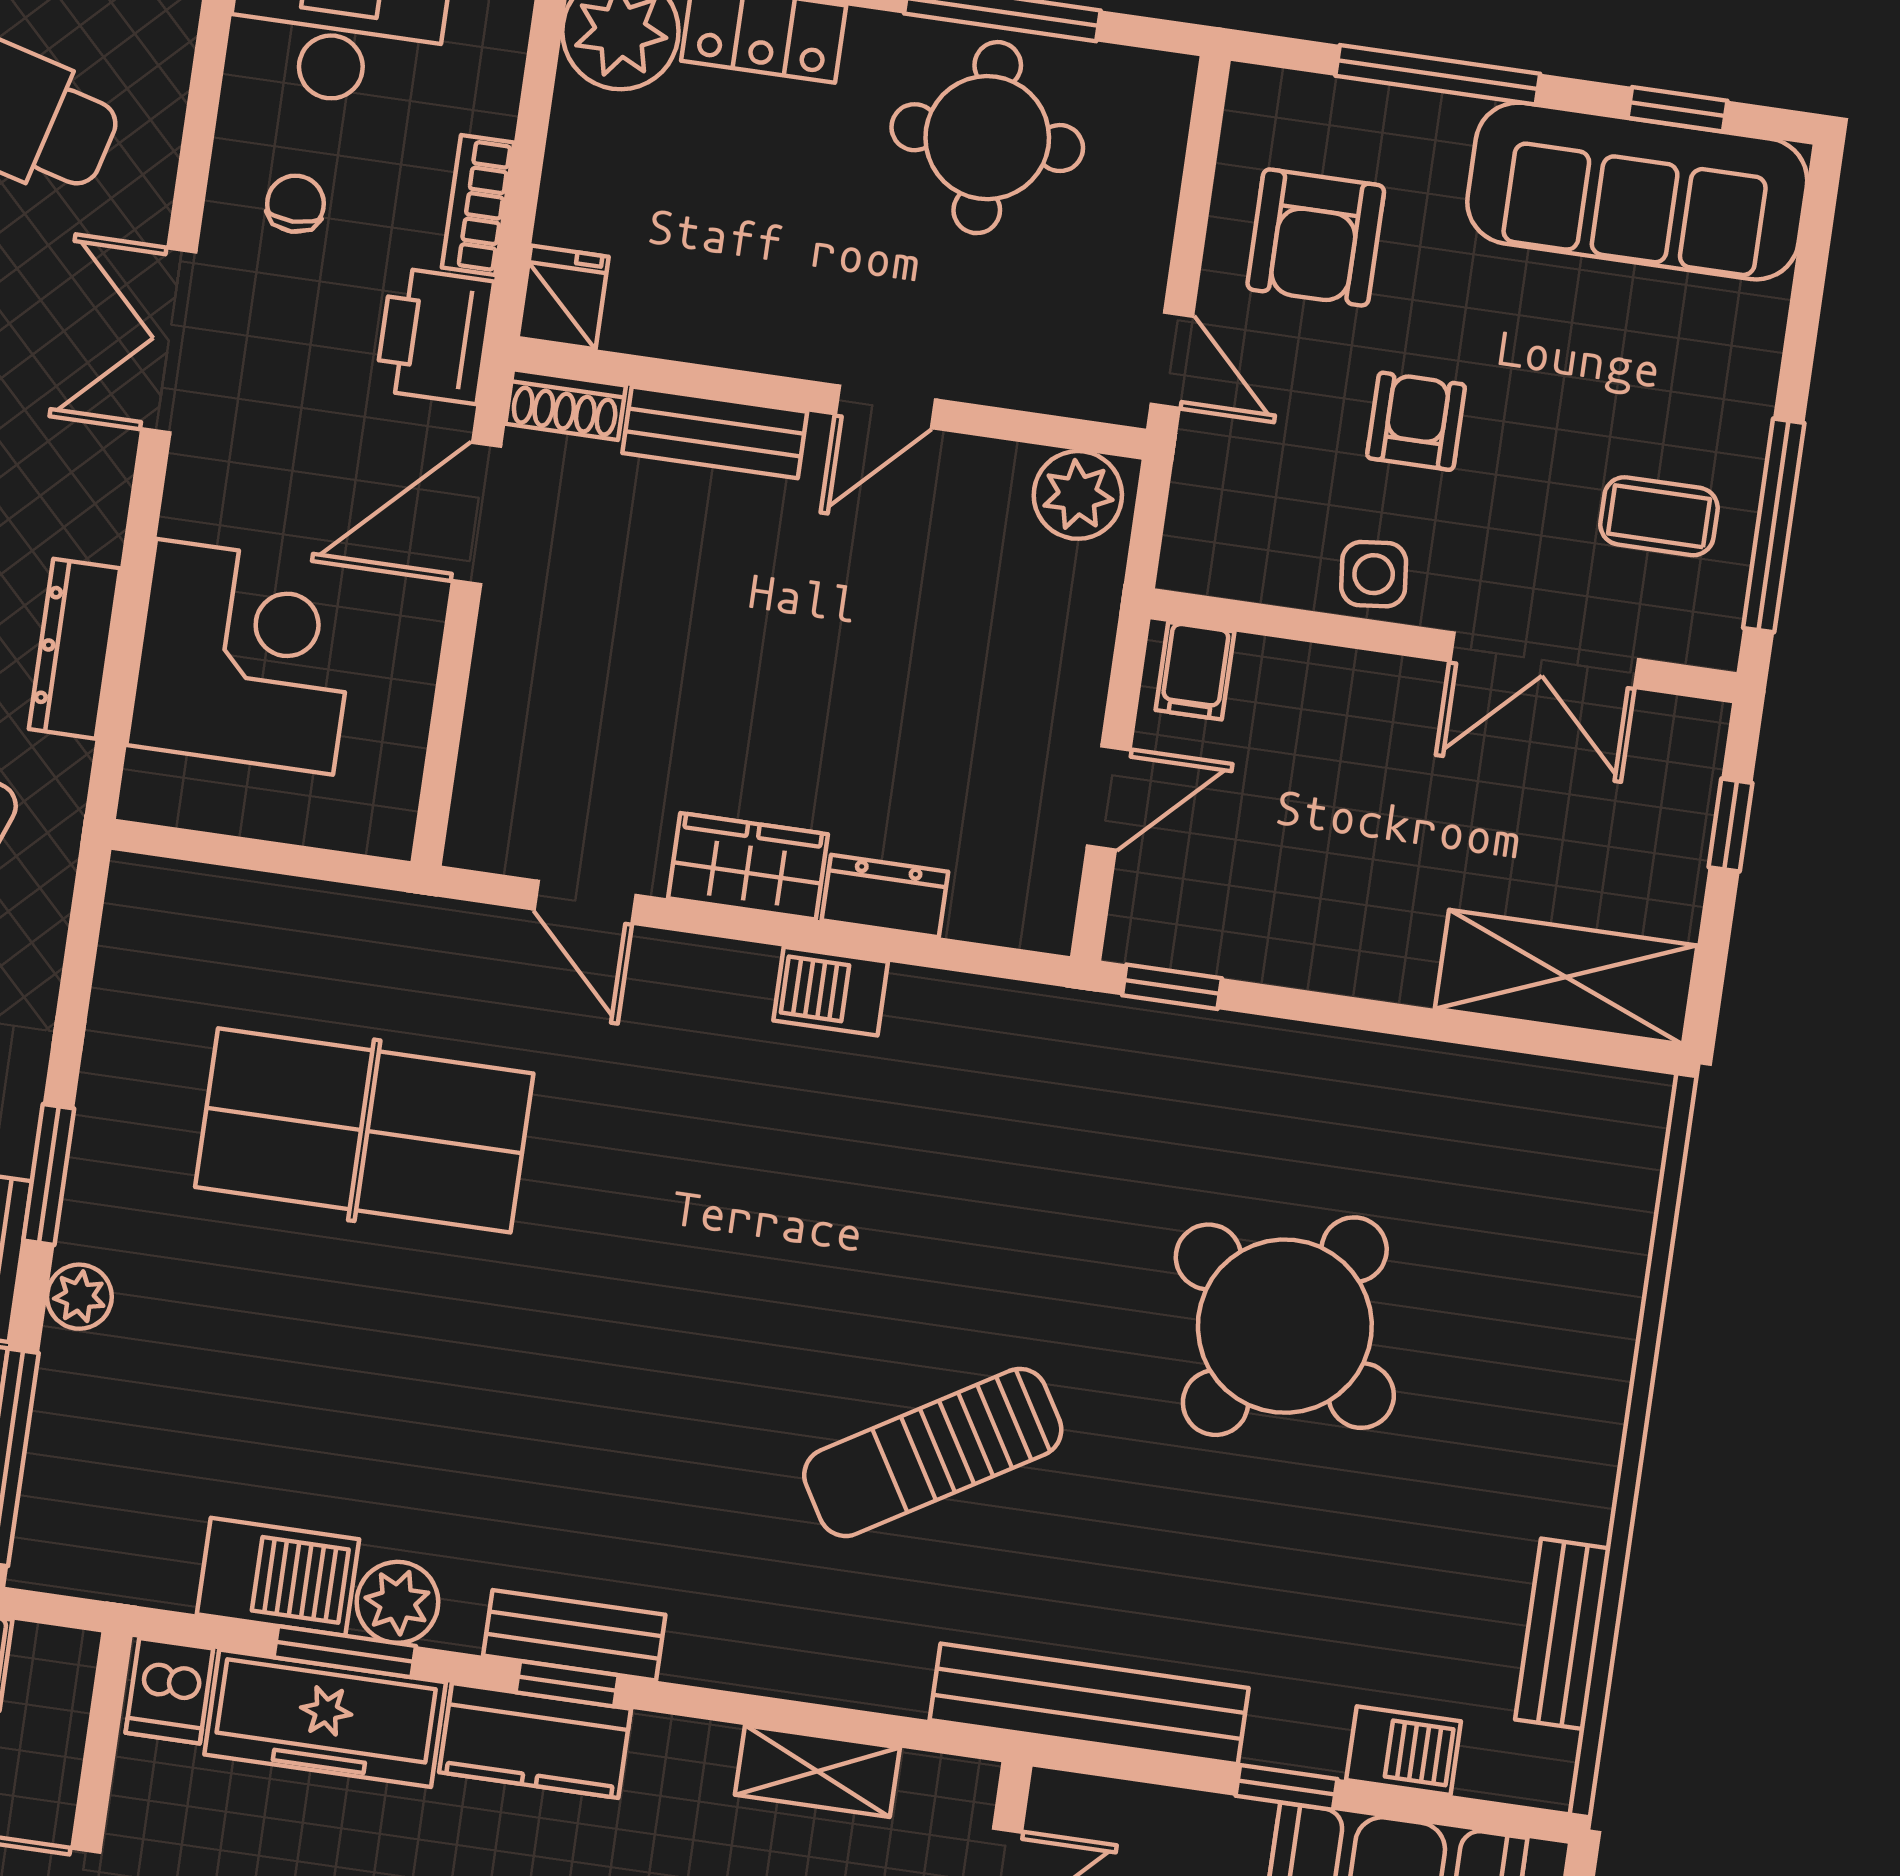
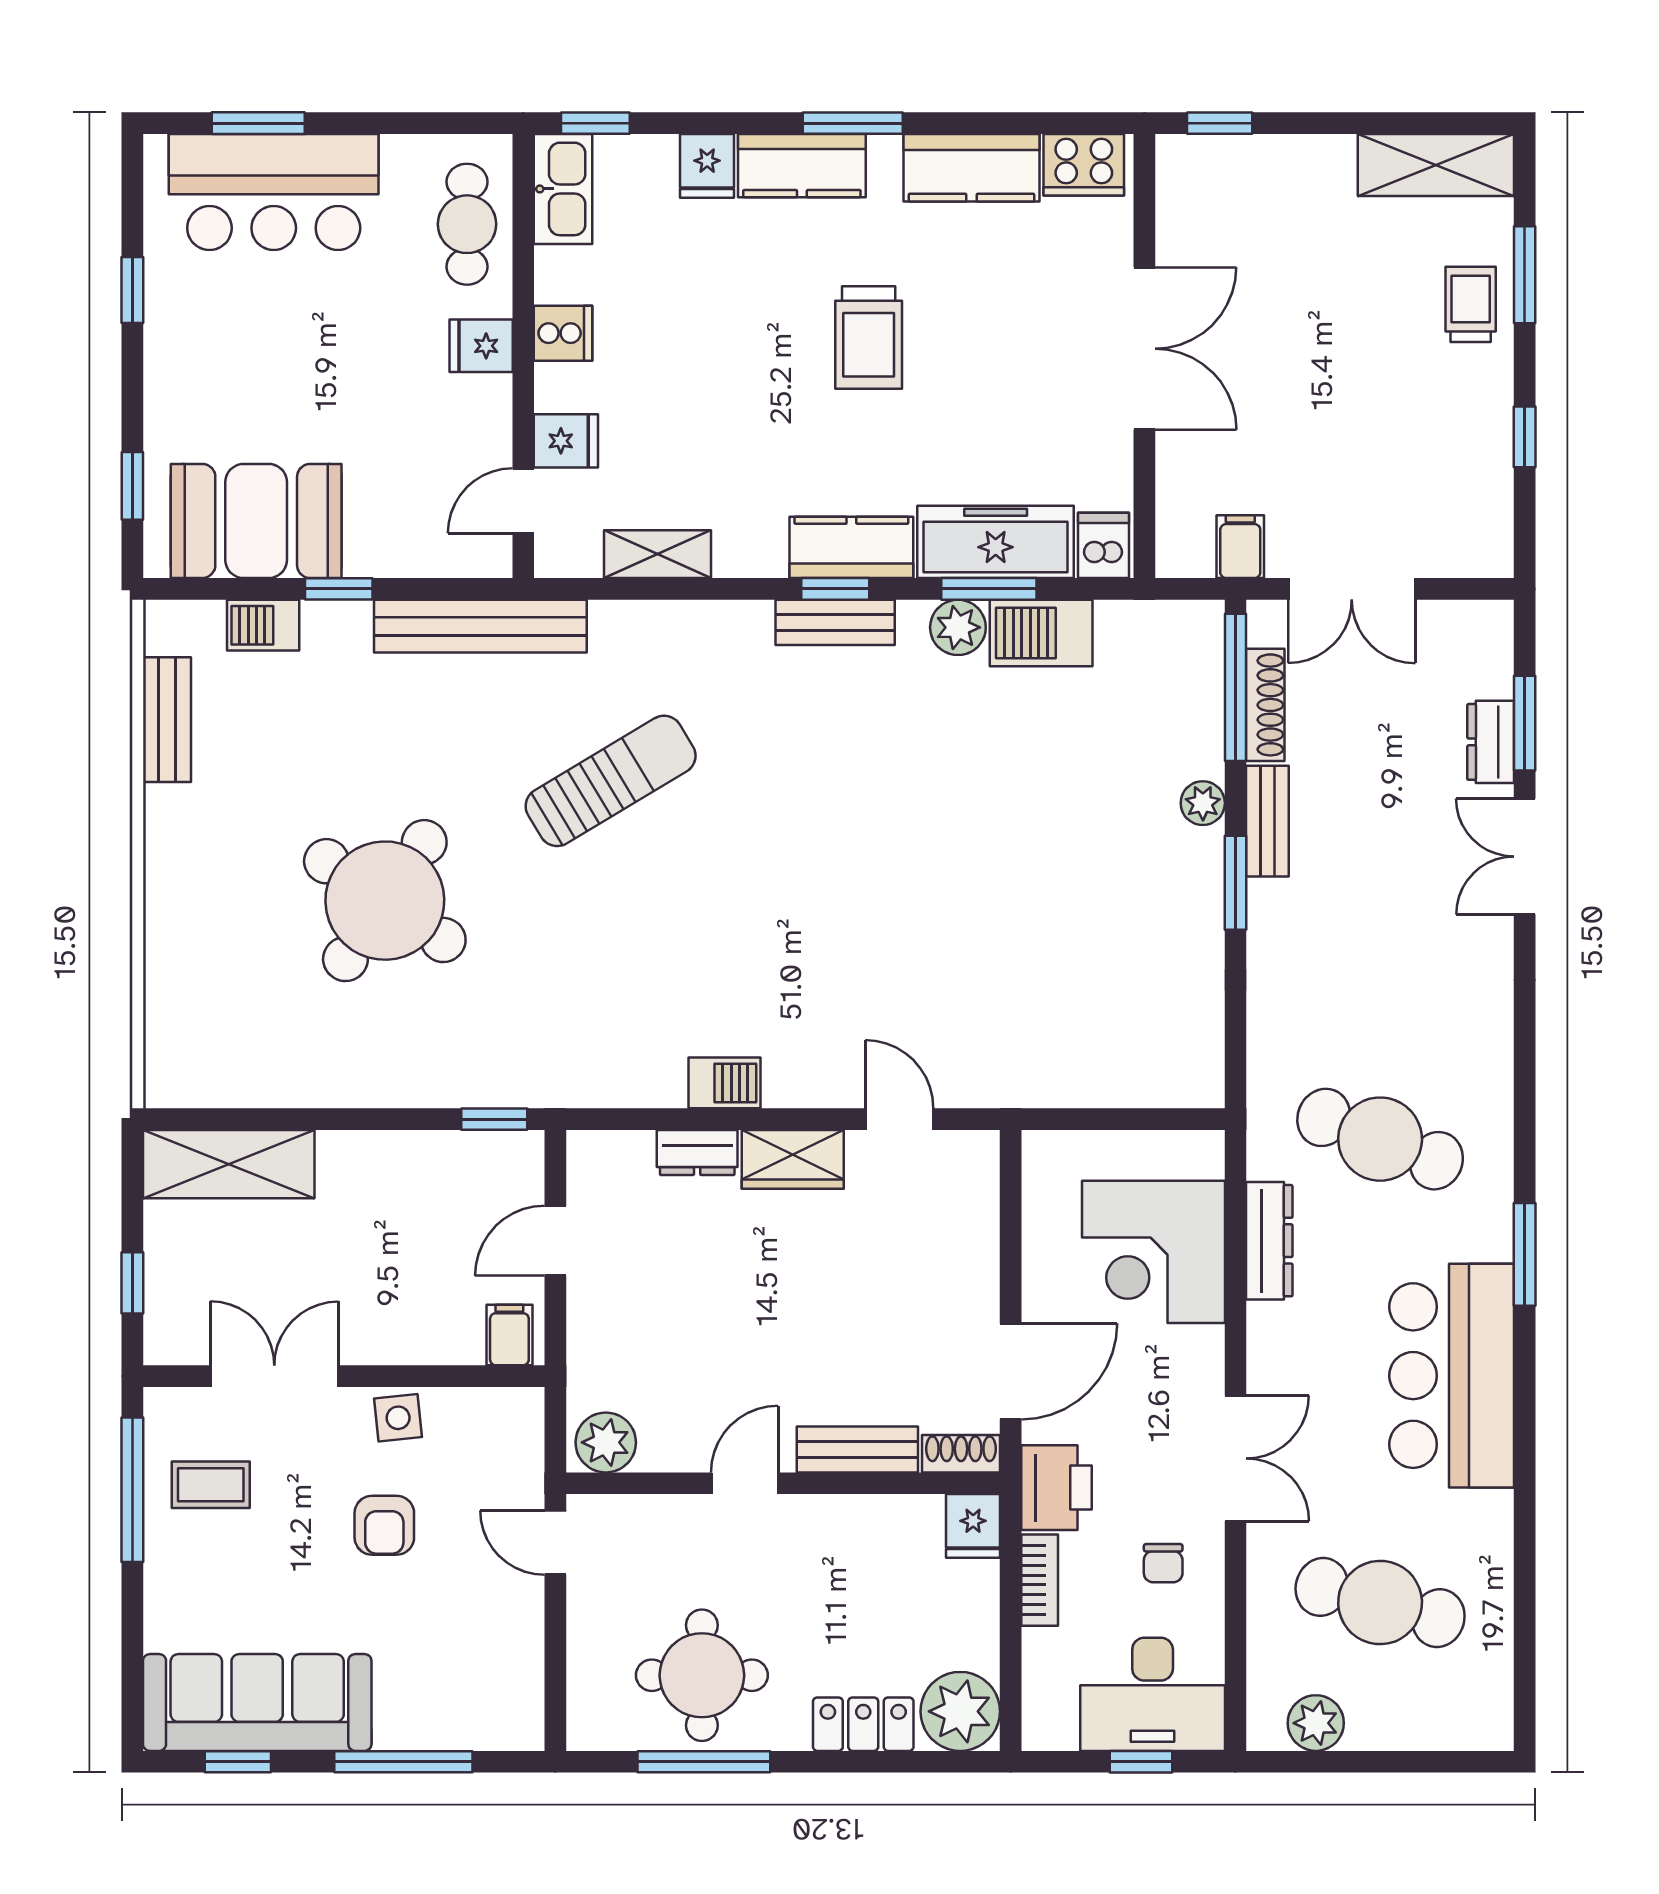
armchair: (1316, 237) -> (470, 1640), removed
table tennis table: (364, 1130) -> (1026, 943), removed

